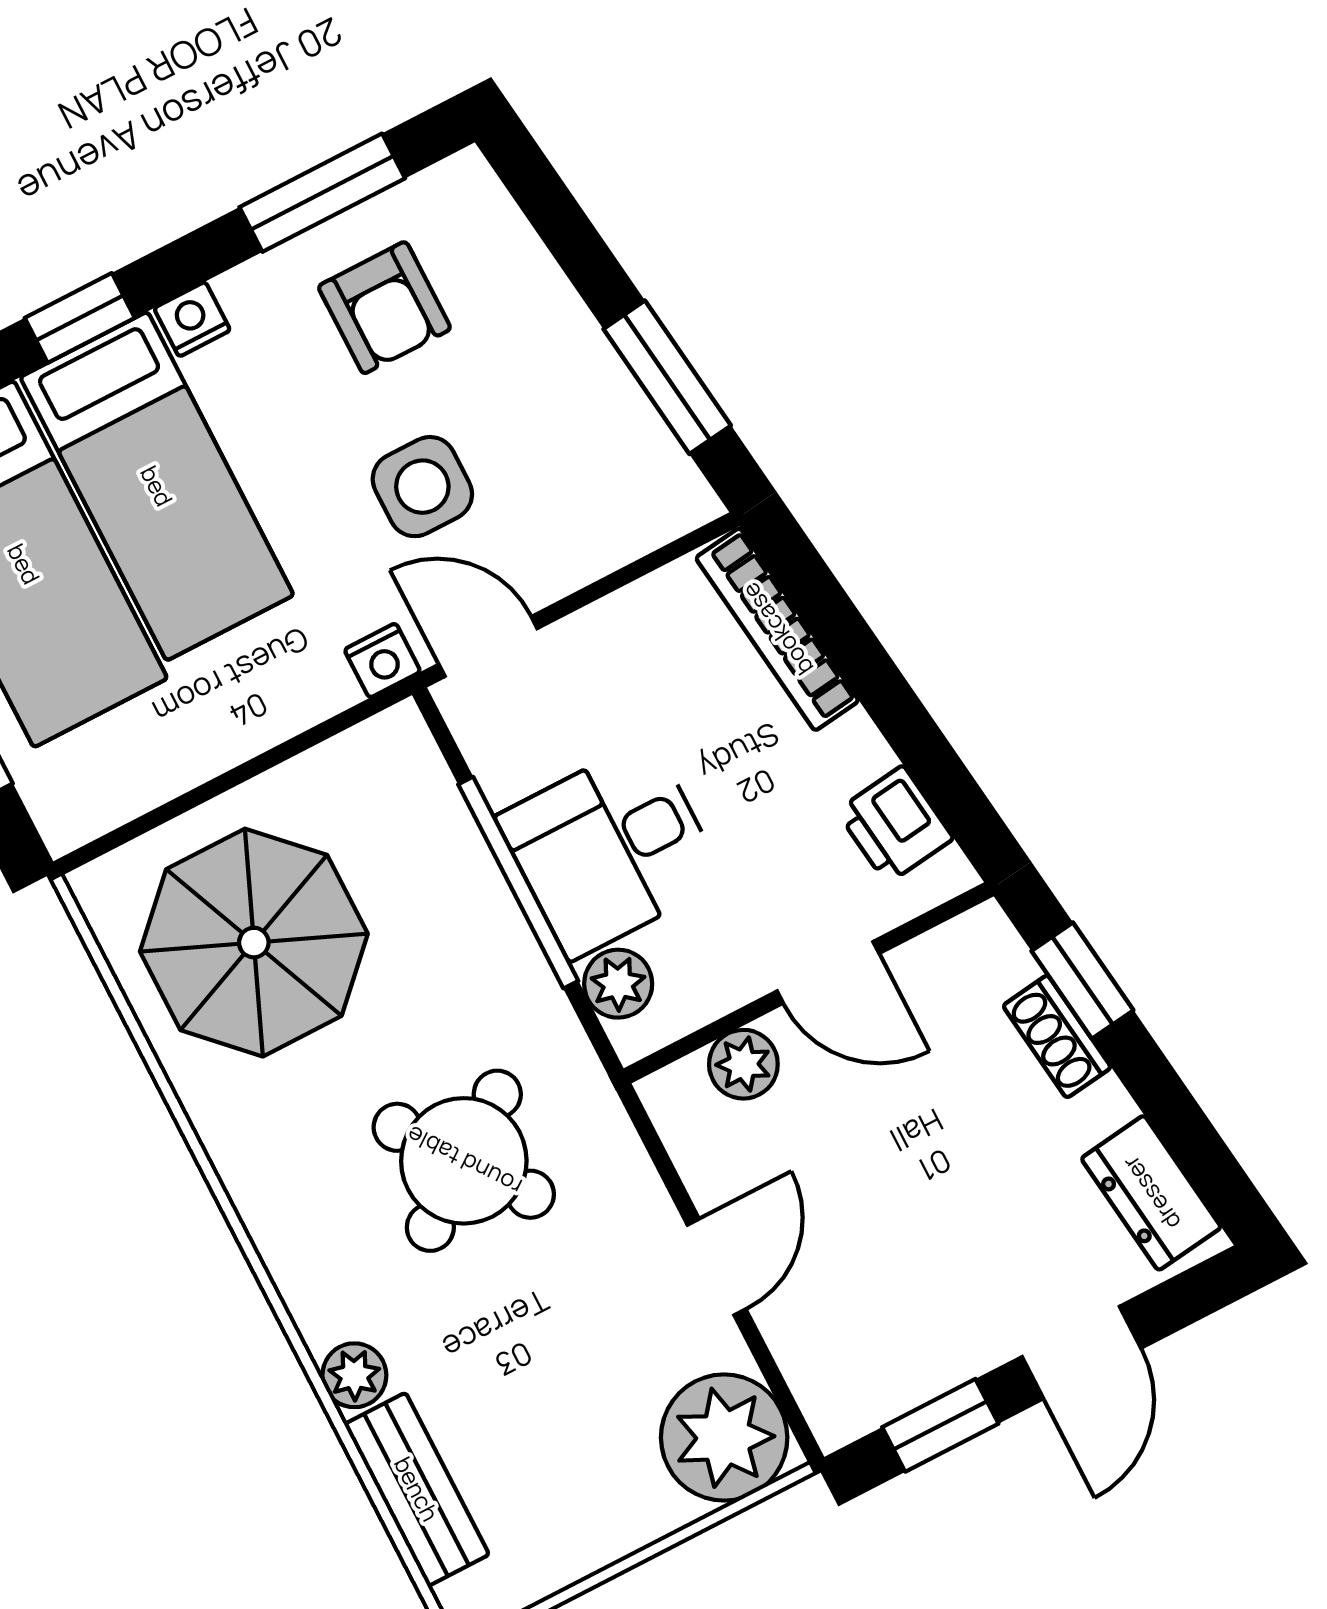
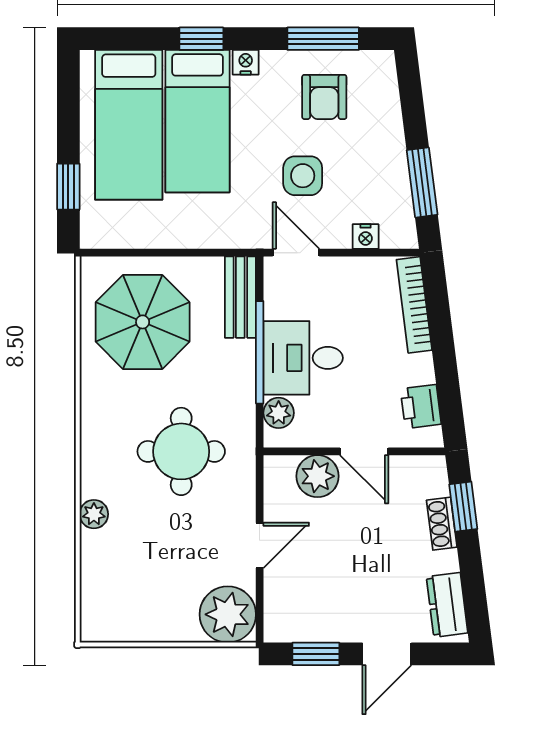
nightstand: (382, 660) -> (366, 236), moved
plant: (743, 1064) -> (318, 476), width x1.38, depth x1.38
round table: (464, 1161) -> (181, 451), turned 36
bench: (417, 1489) -> (240, 297), moved

